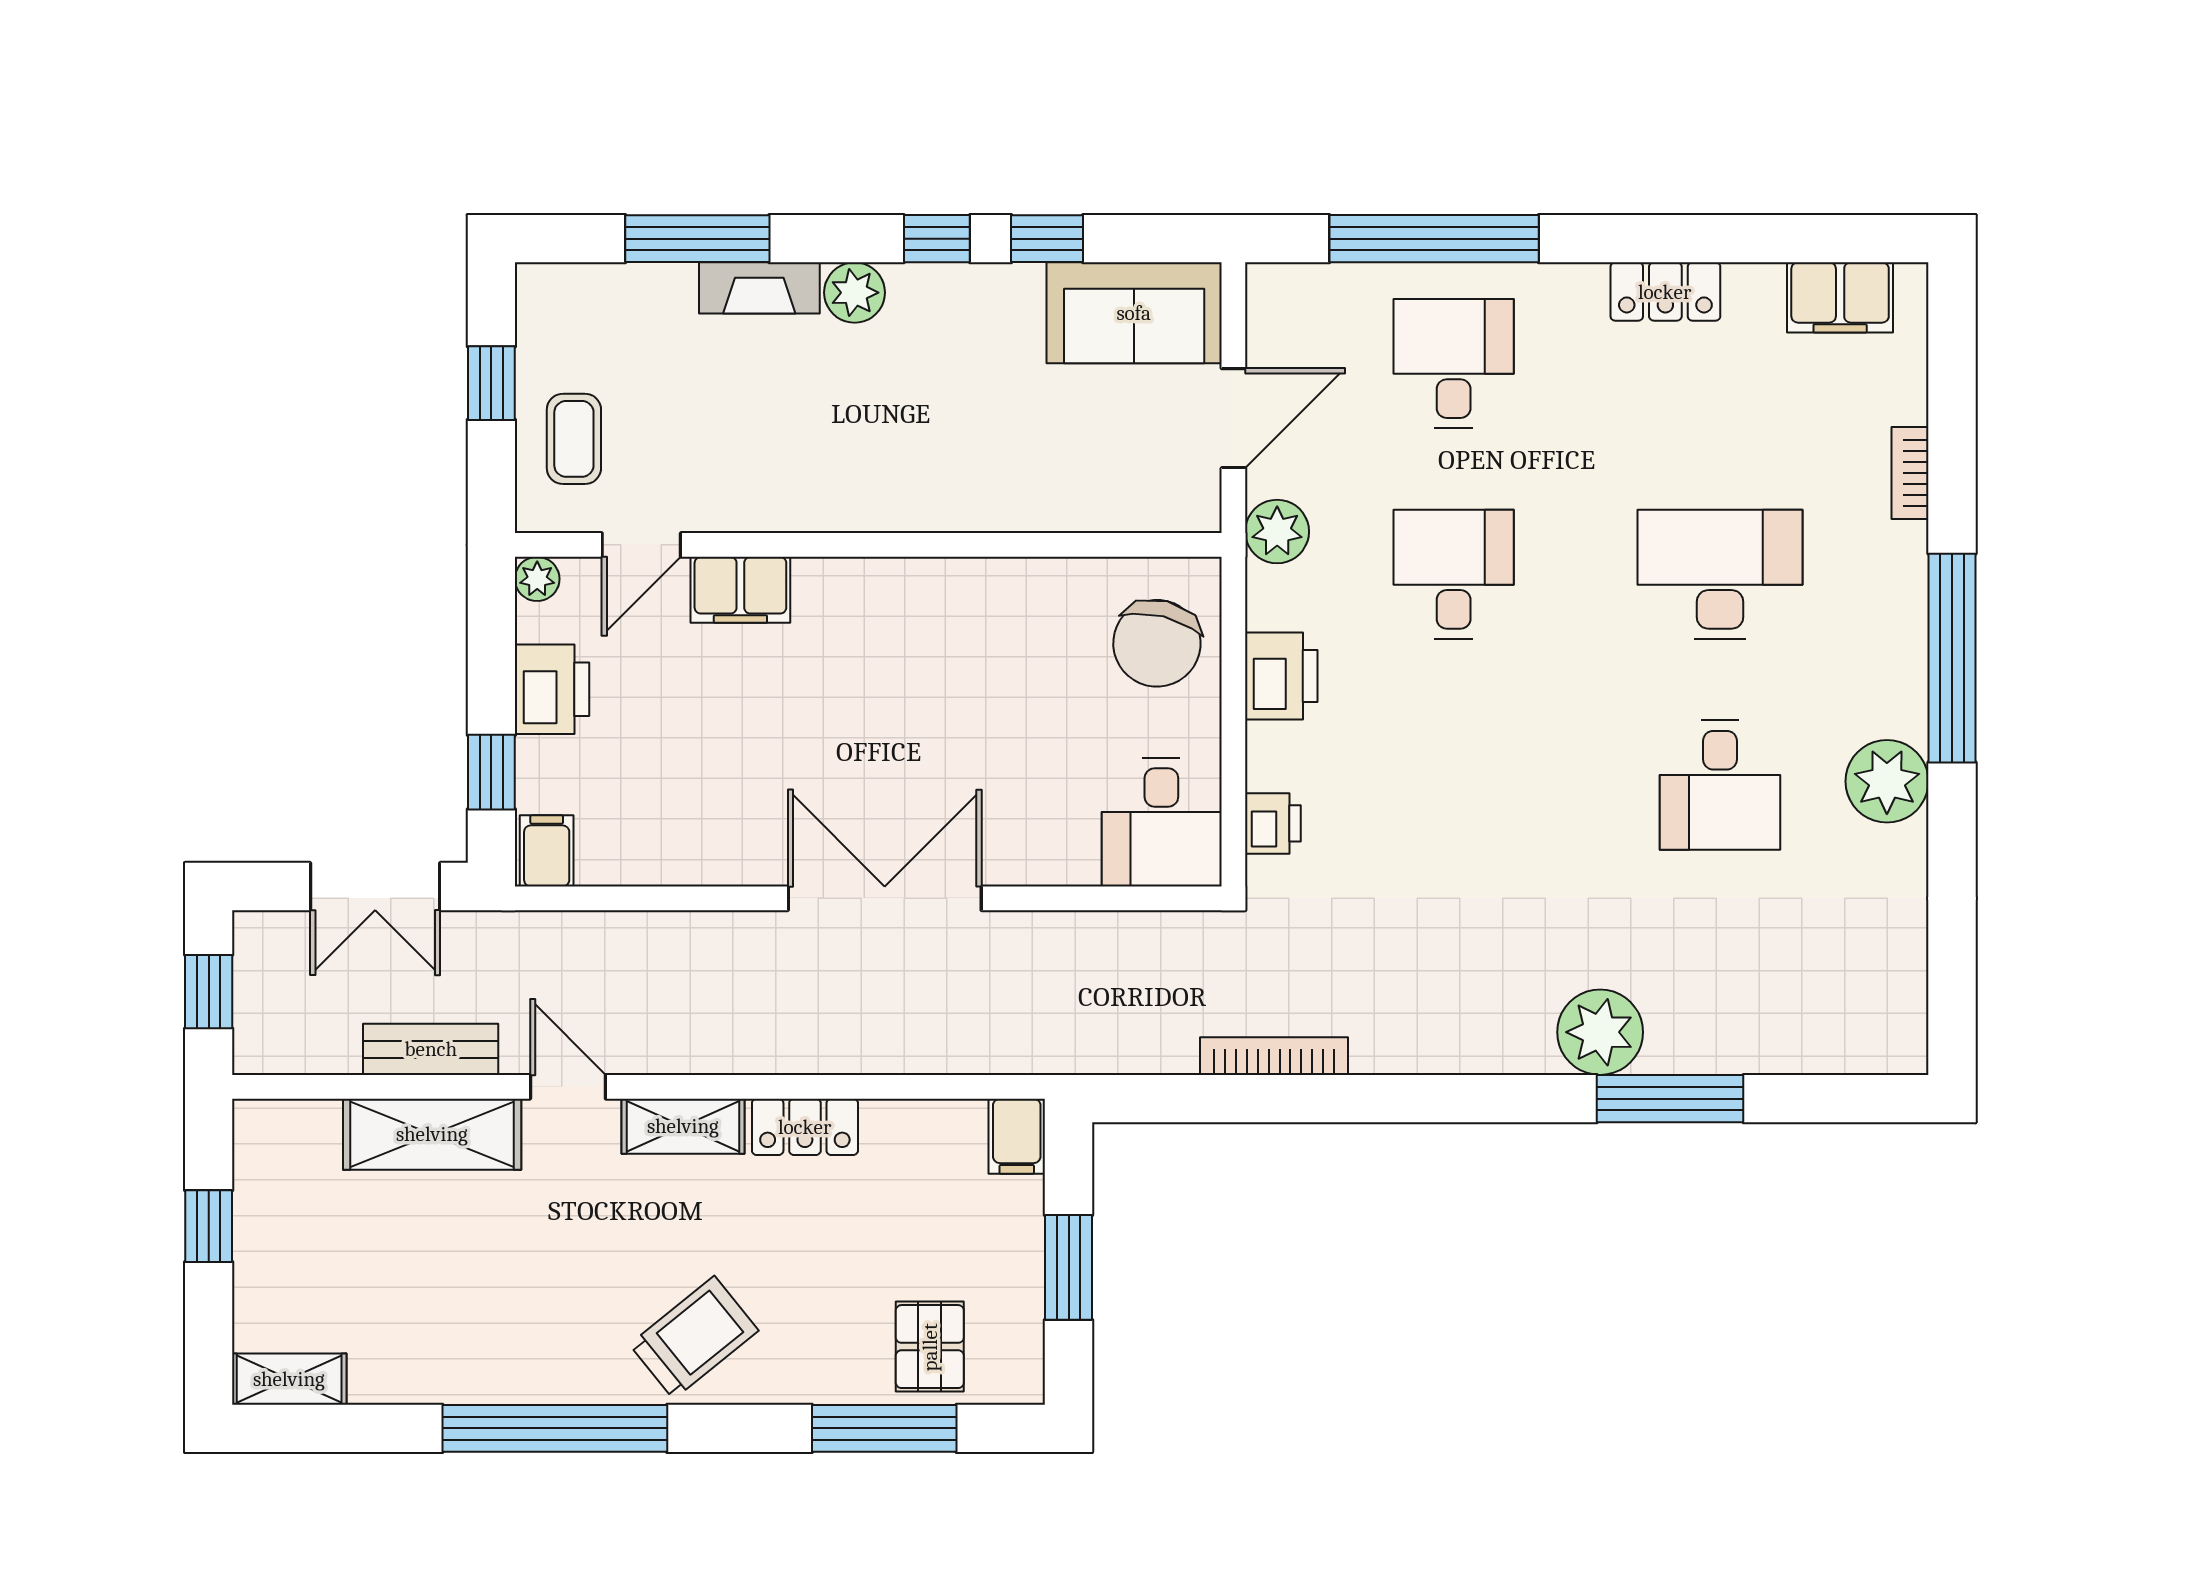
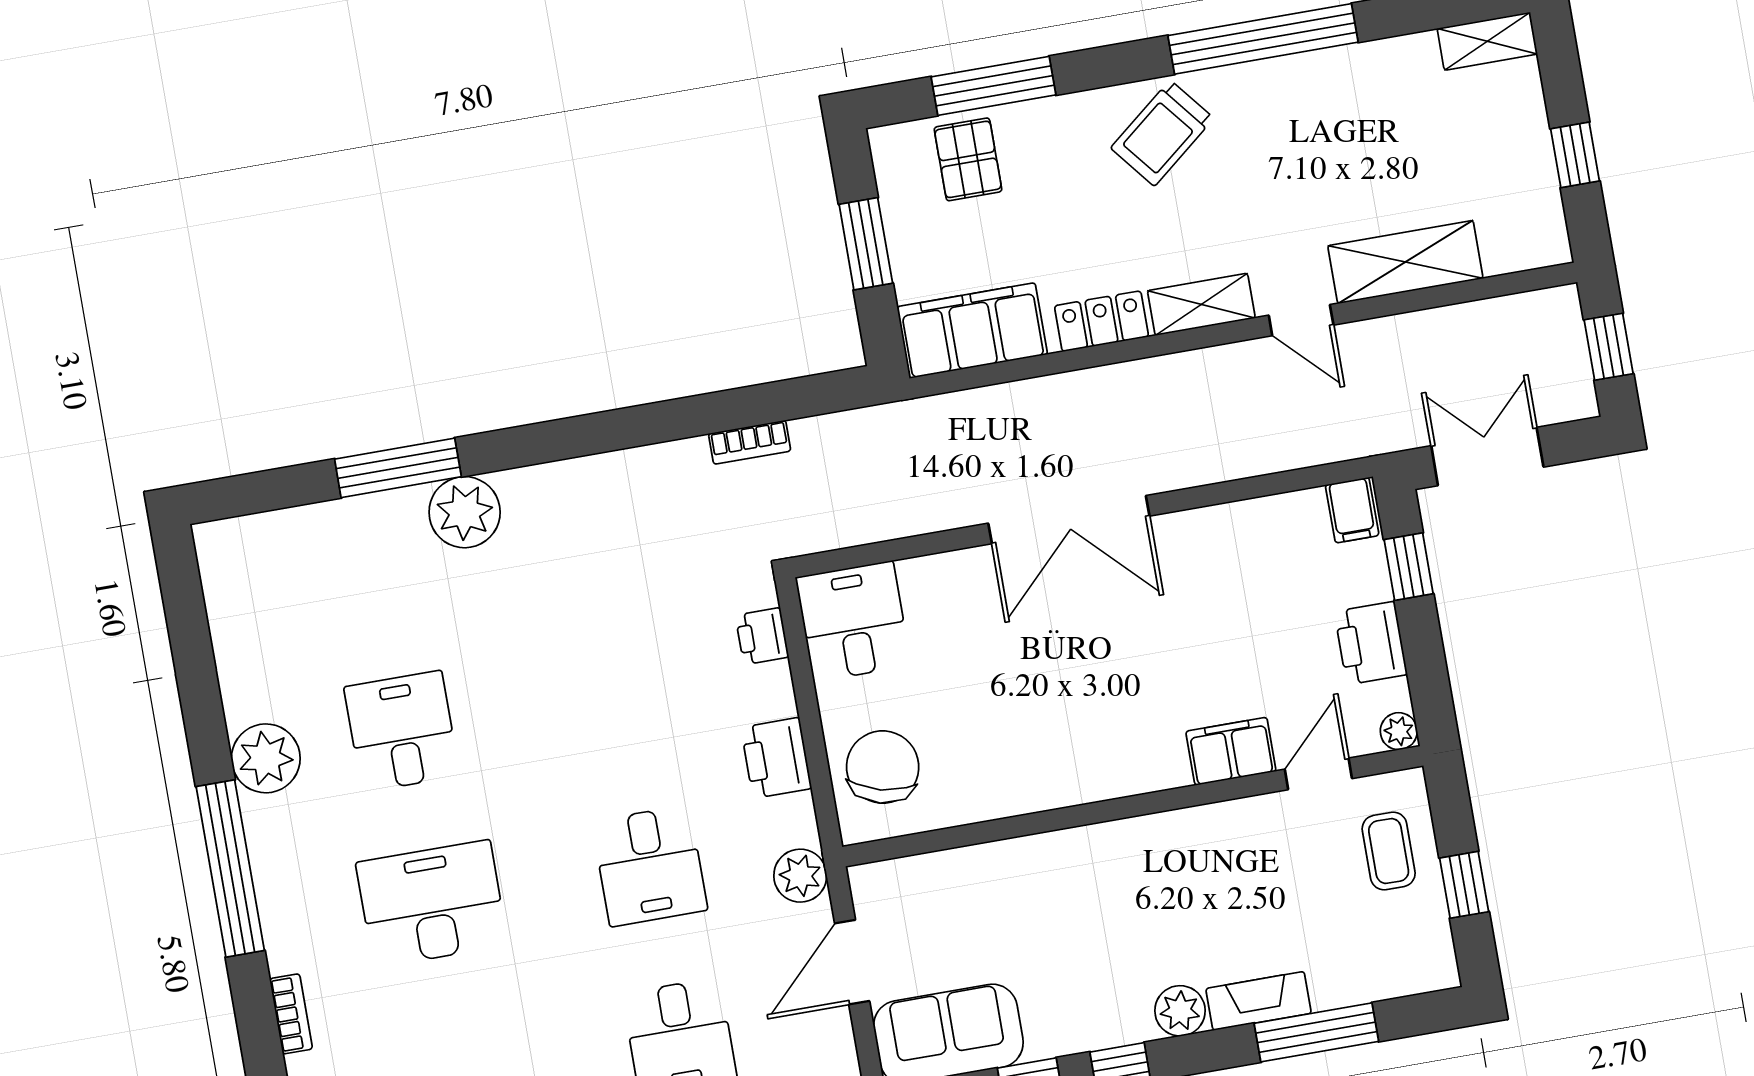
desk: (1720, 574) -> (432, 904), turned 180
bench: (431, 1049) -> (1419, 331), removed
bookcase: (1274, 1056) -> (750, 442), width x0.64
filing cabinet: (1017, 1136) -> (972, 331), width x3.00, depth x1.17

